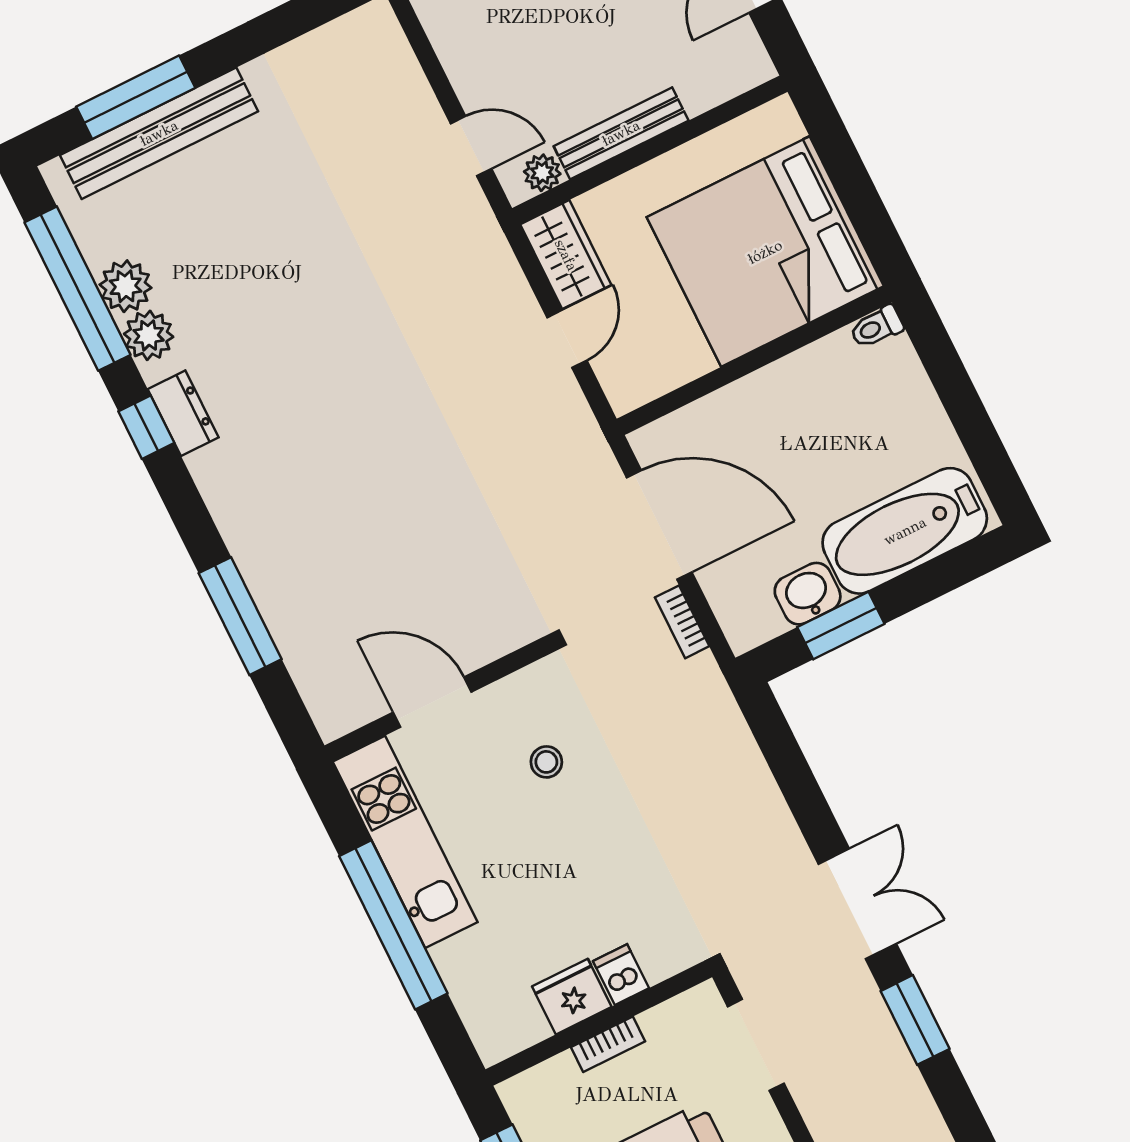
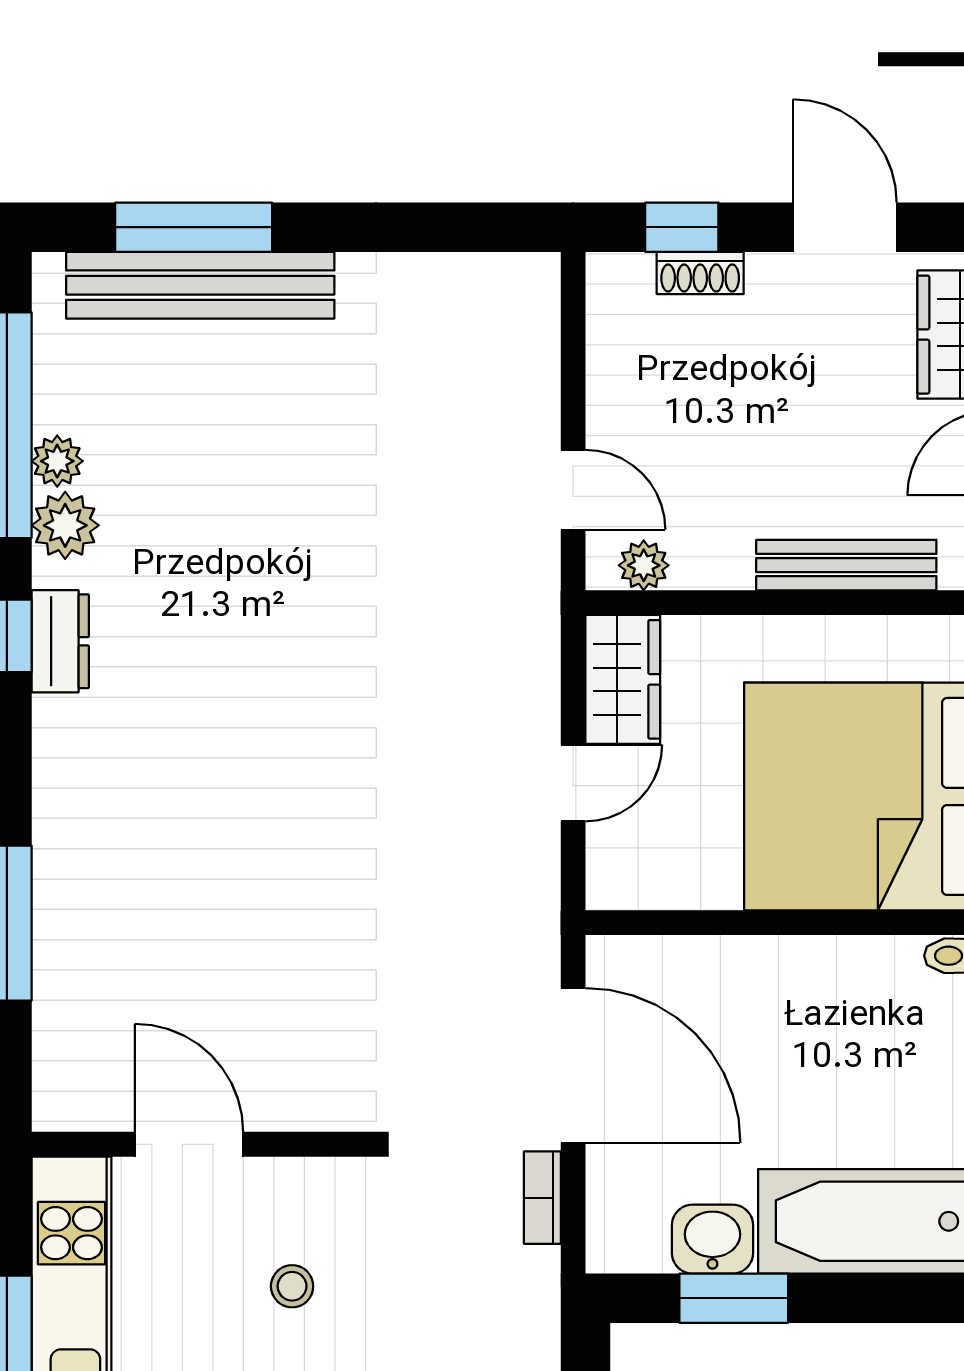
bench: (621, 133) -> (846, 565), moved
plant: (126, 286) -> (57, 461), width x0.73, depth x0.73

